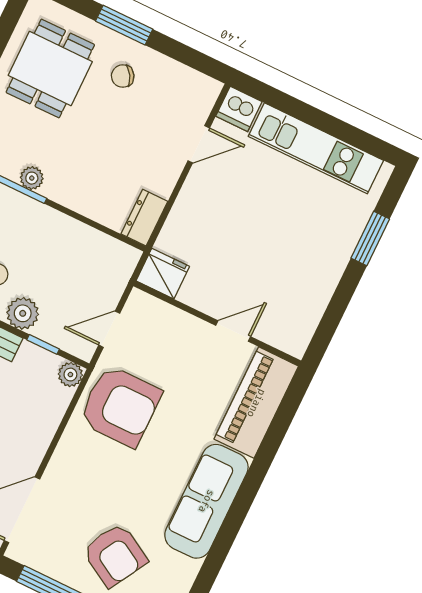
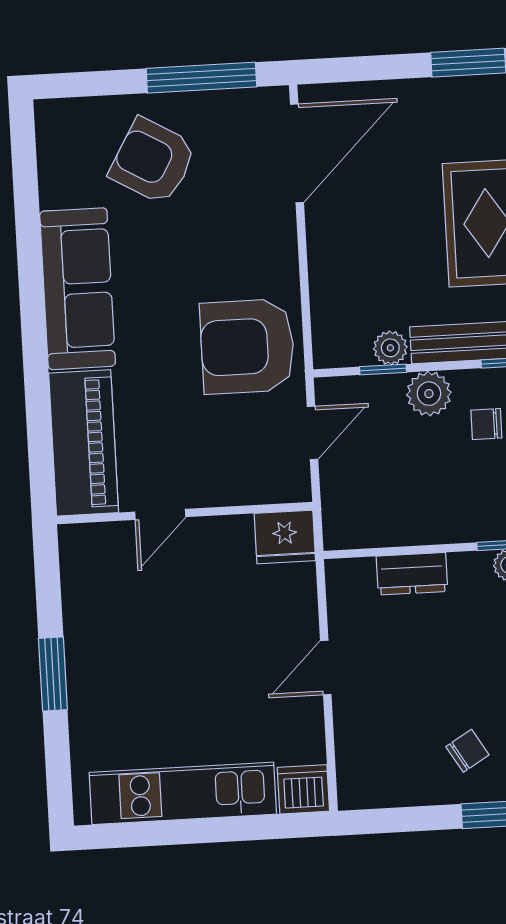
door: (199, 144) -> (326, 667), moved
dresser: (144, 218) -> (412, 574), moved, turned 90
window: (370, 238) -> (53, 674), moved
plant: (70, 375) -> (390, 348), moved

